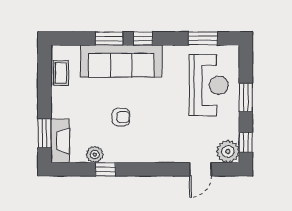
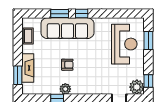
window: (203, 38) -> (121, 14), removed
window: (246, 97) -> (148, 40), moved
fireplace: (60, 141) -> (28, 68), moved
plant: (95, 154) -> (65, 89), moved

